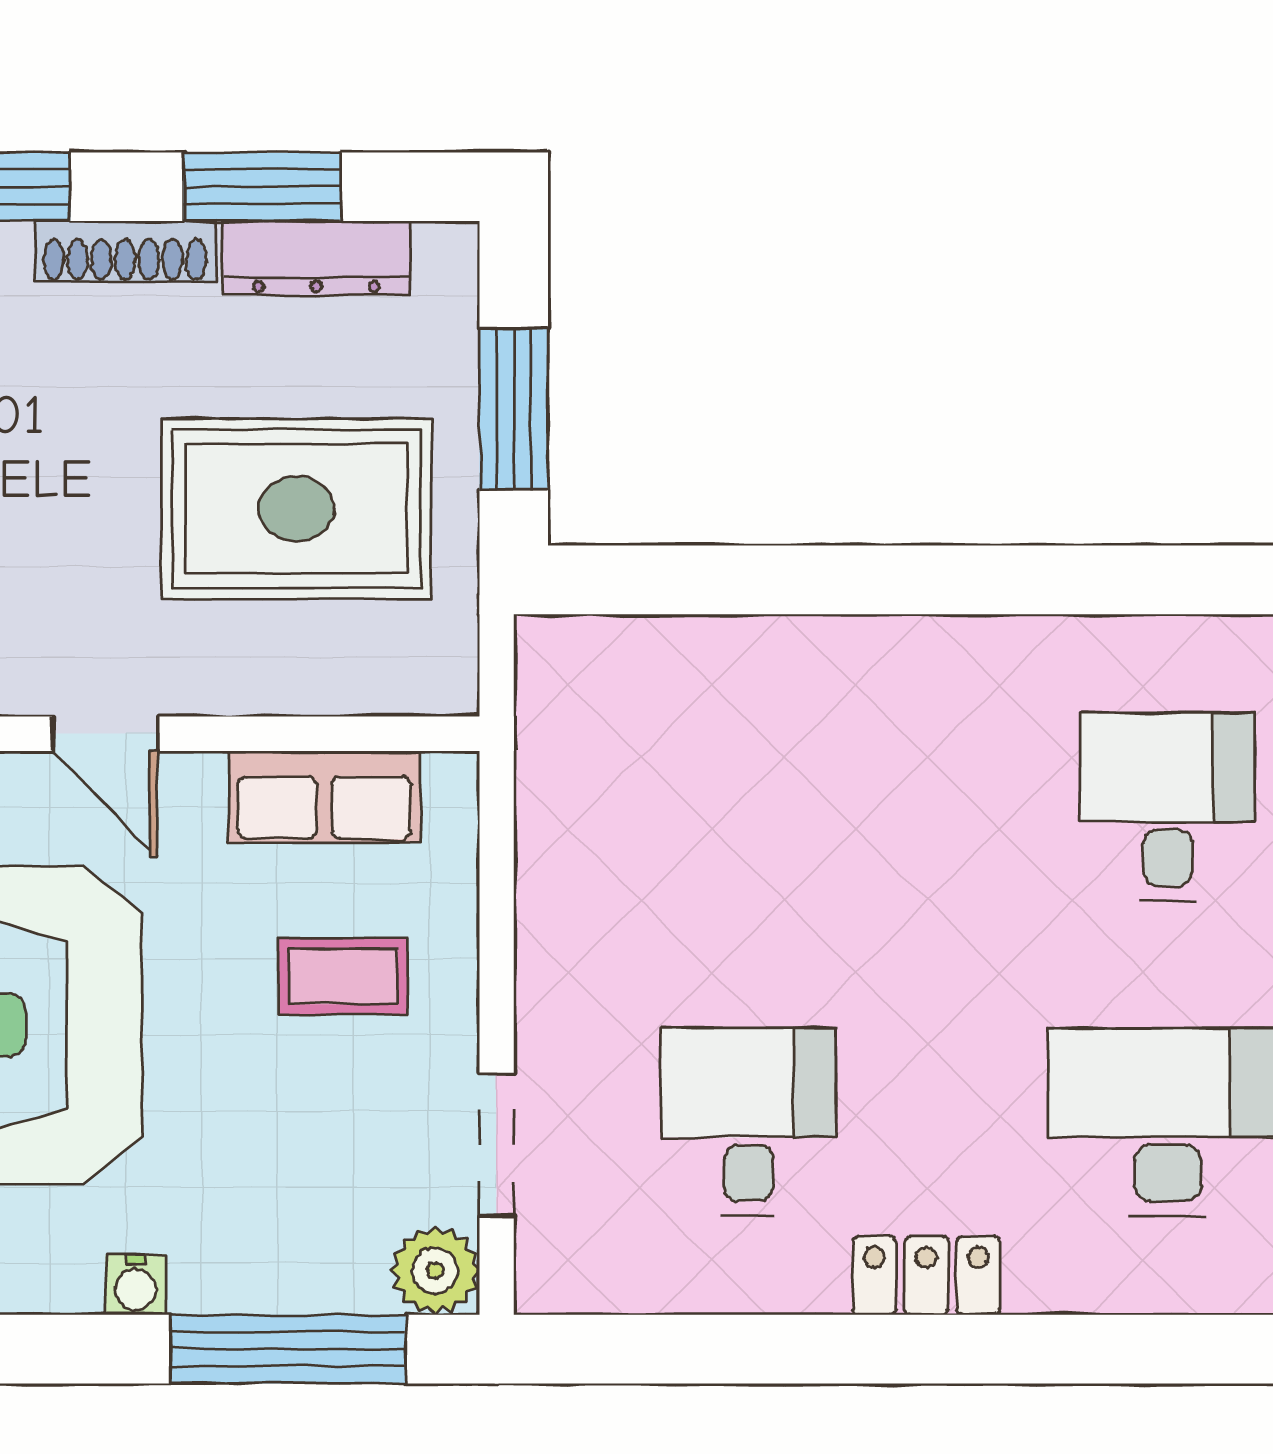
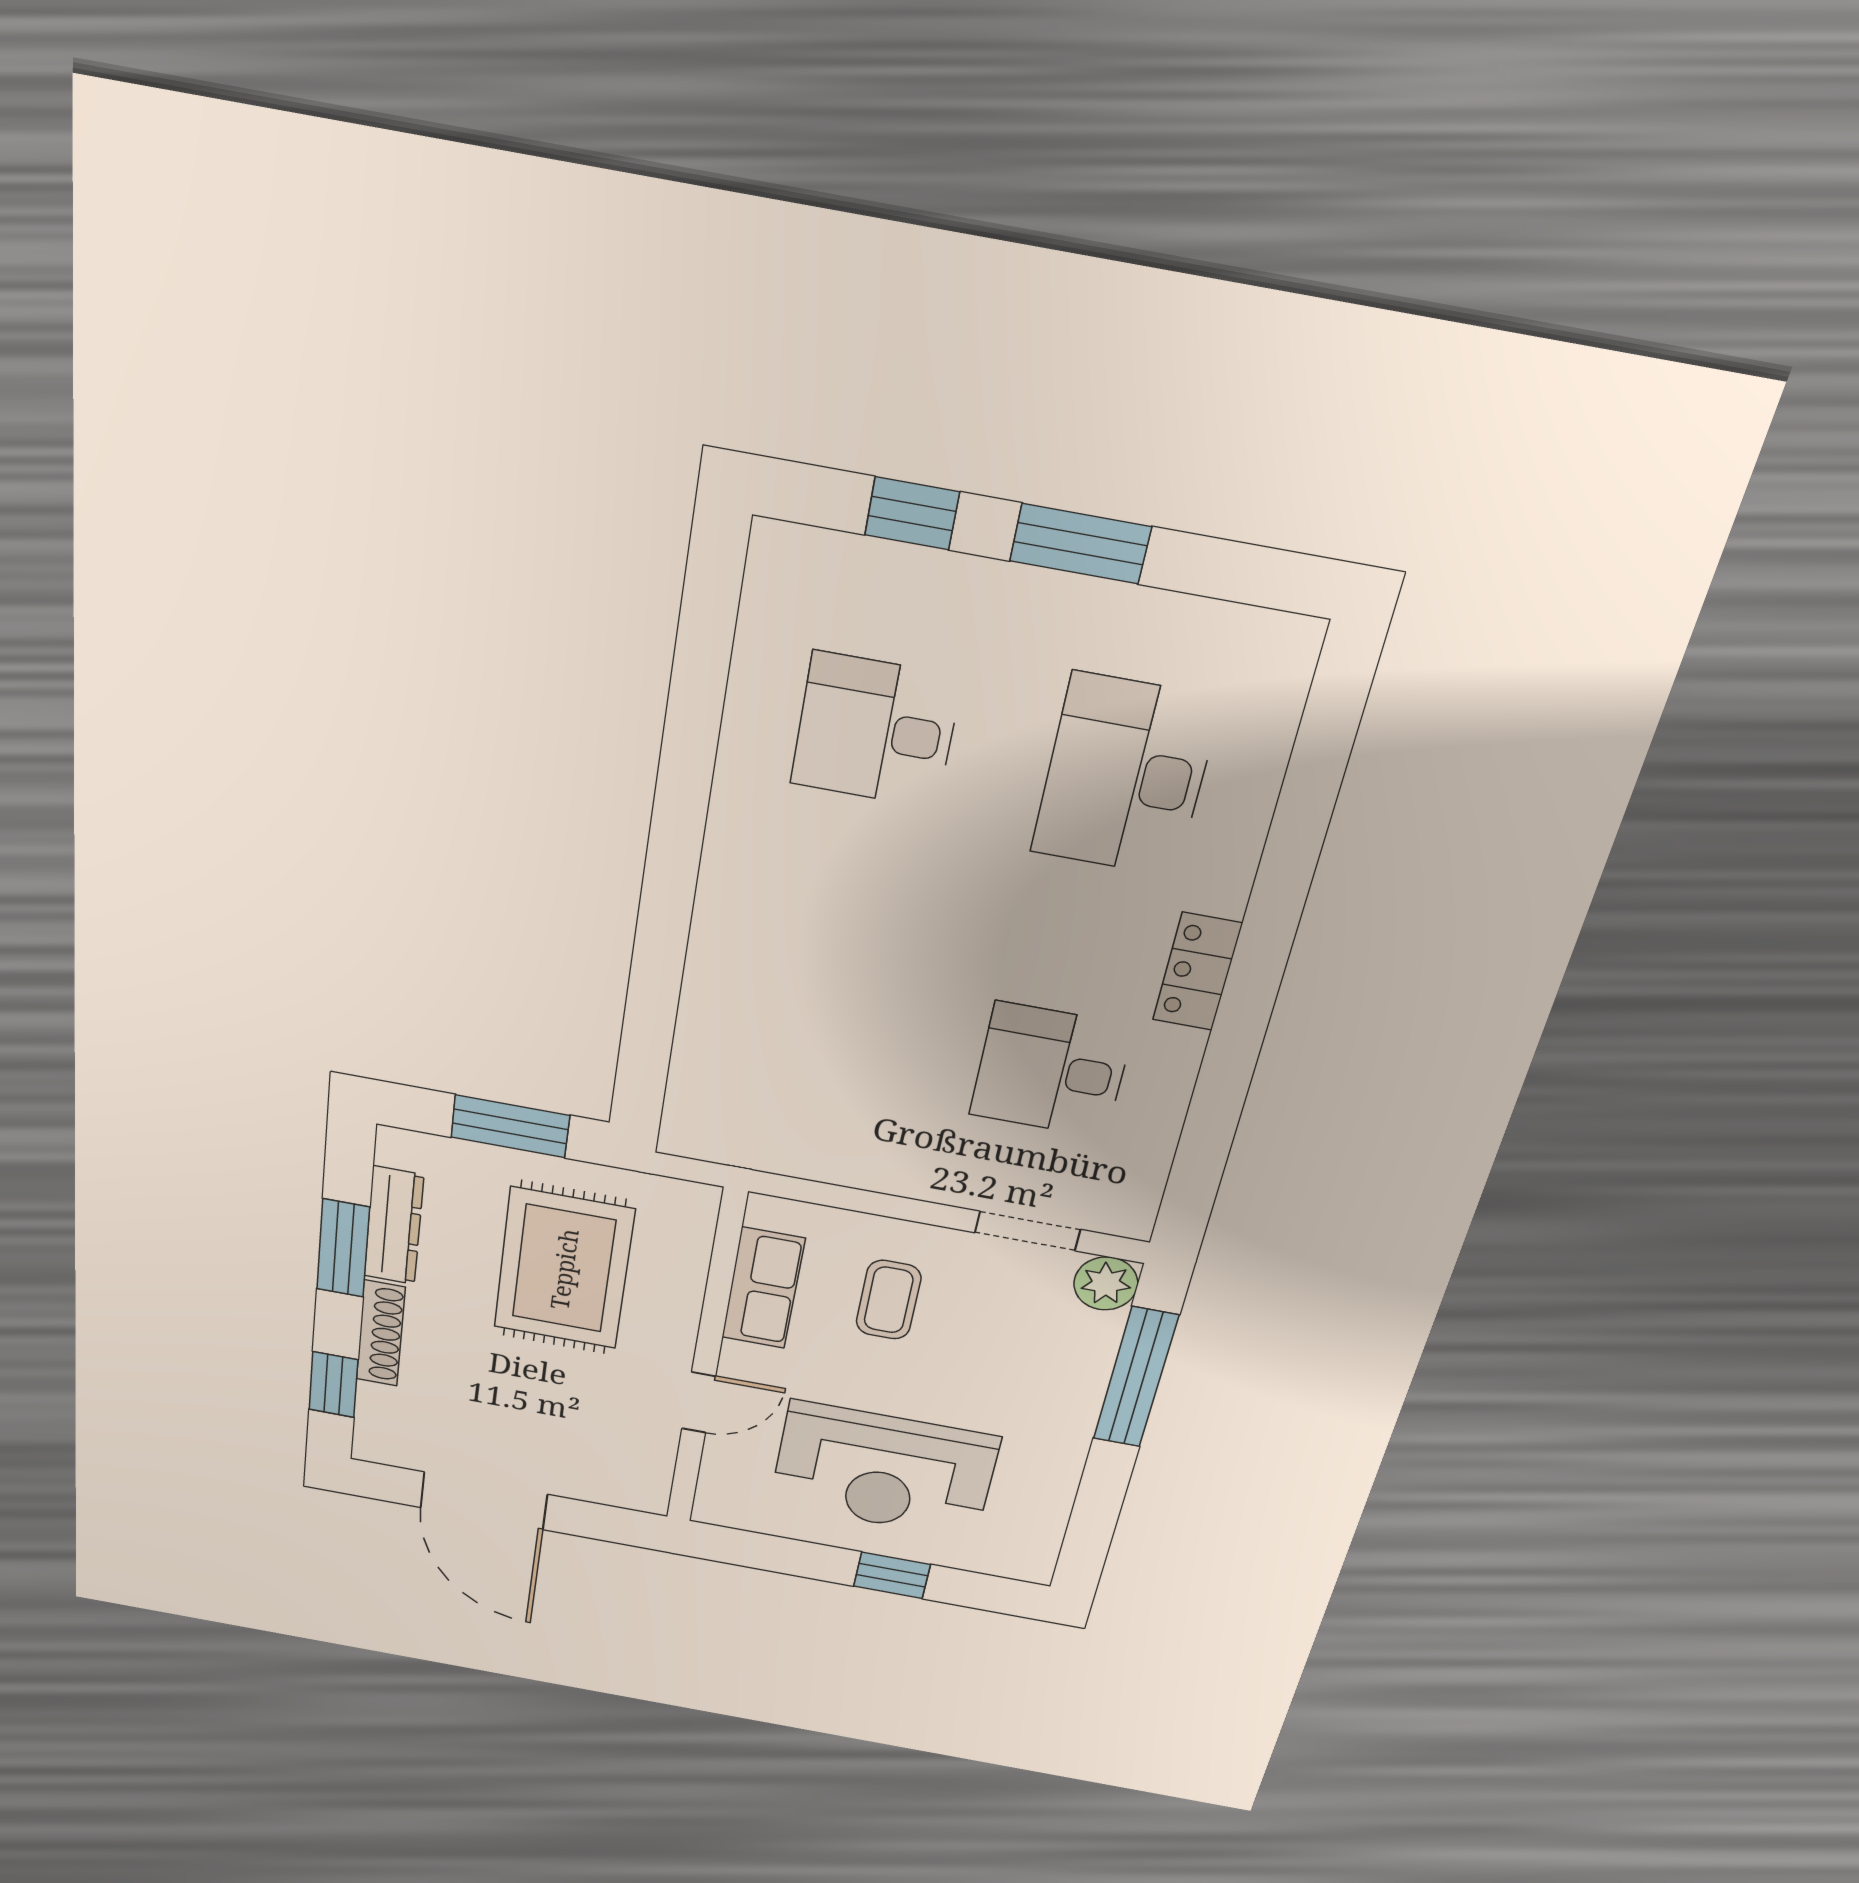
water cooler: (136, 1285) -> (1068, 1452), removed

